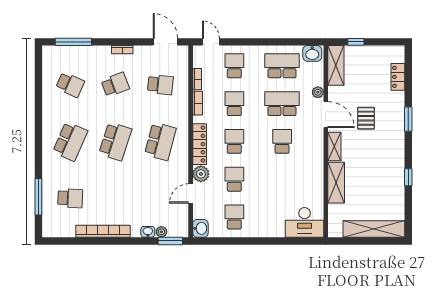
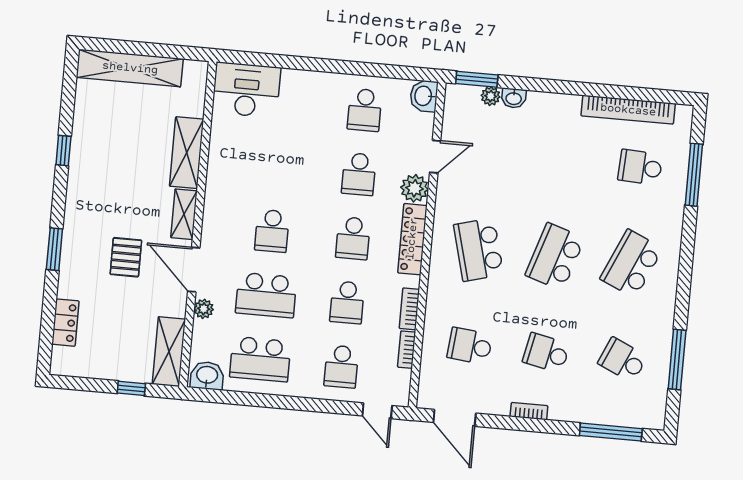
school desk: (115, 85) -> (546, 353), turned 33
window: (38, 88) -> (677, 359), added
school desk: (160, 141) -> (479, 250), turned -30
bookcase: (103, 231) -> (628, 110), moved

